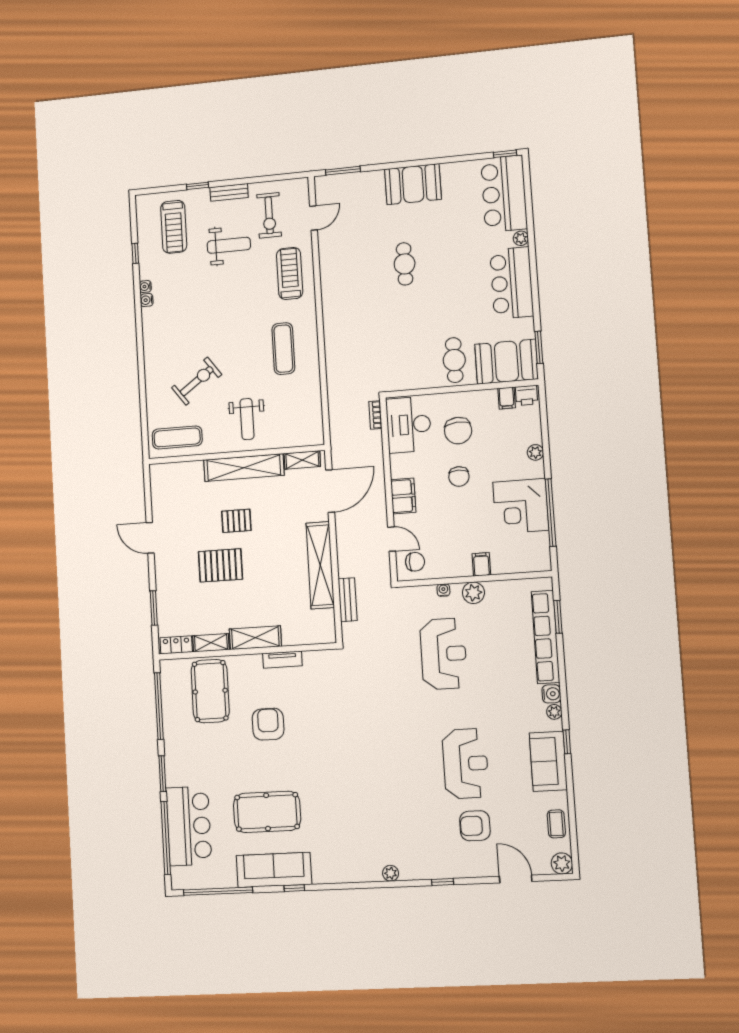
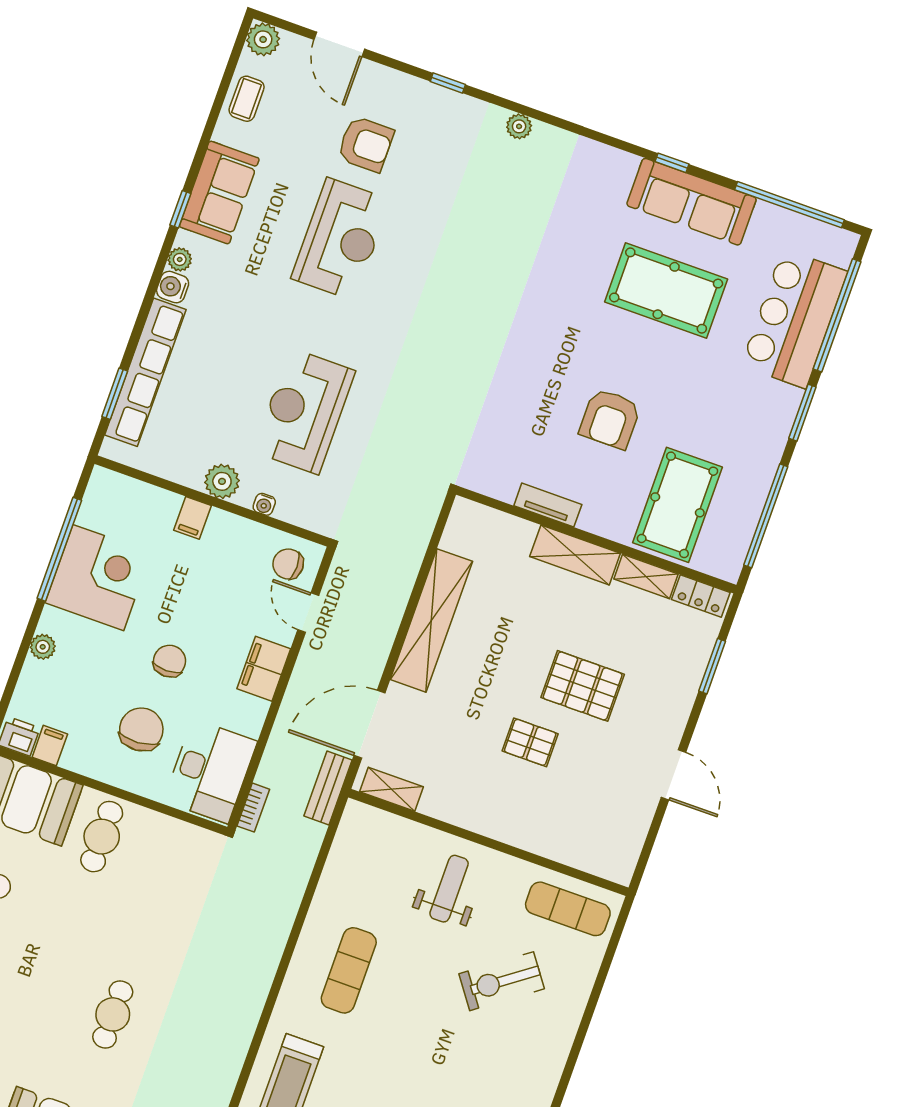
shelving: (244, 468) -> (485, 817), removed
bench: (348, 600) -> (328, 788), moved
reception desk: (465, 764) -> (341, 239), turned 180

